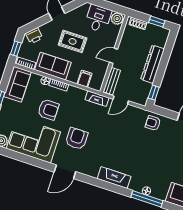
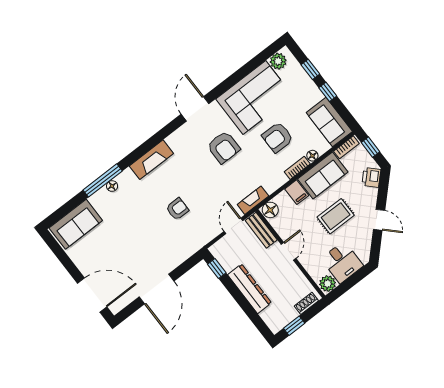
filing cabinet: (85, 79) -> (297, 192), moved
floor lamp: (96, 84) -> (270, 210), added
armchair: (153, 123) -> (177, 209), moved

